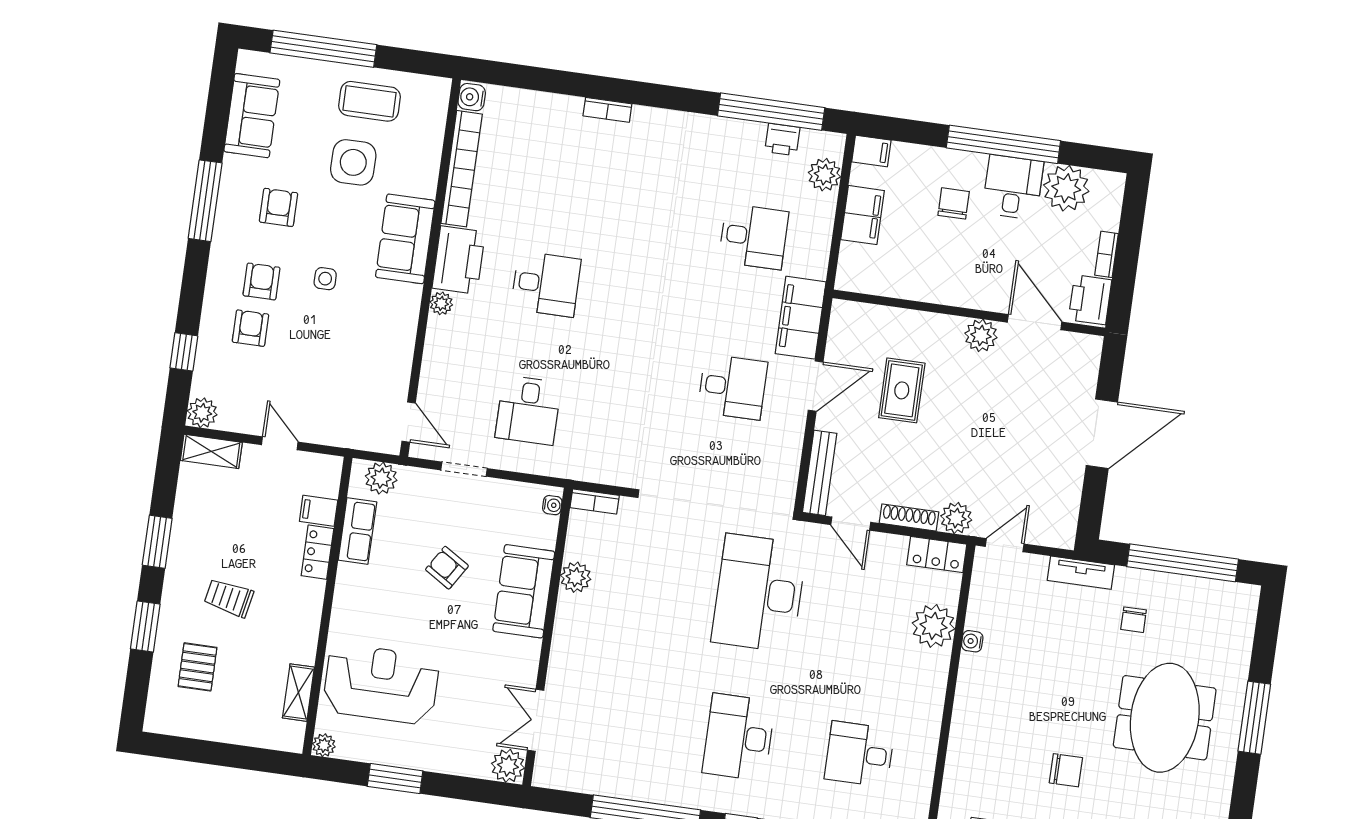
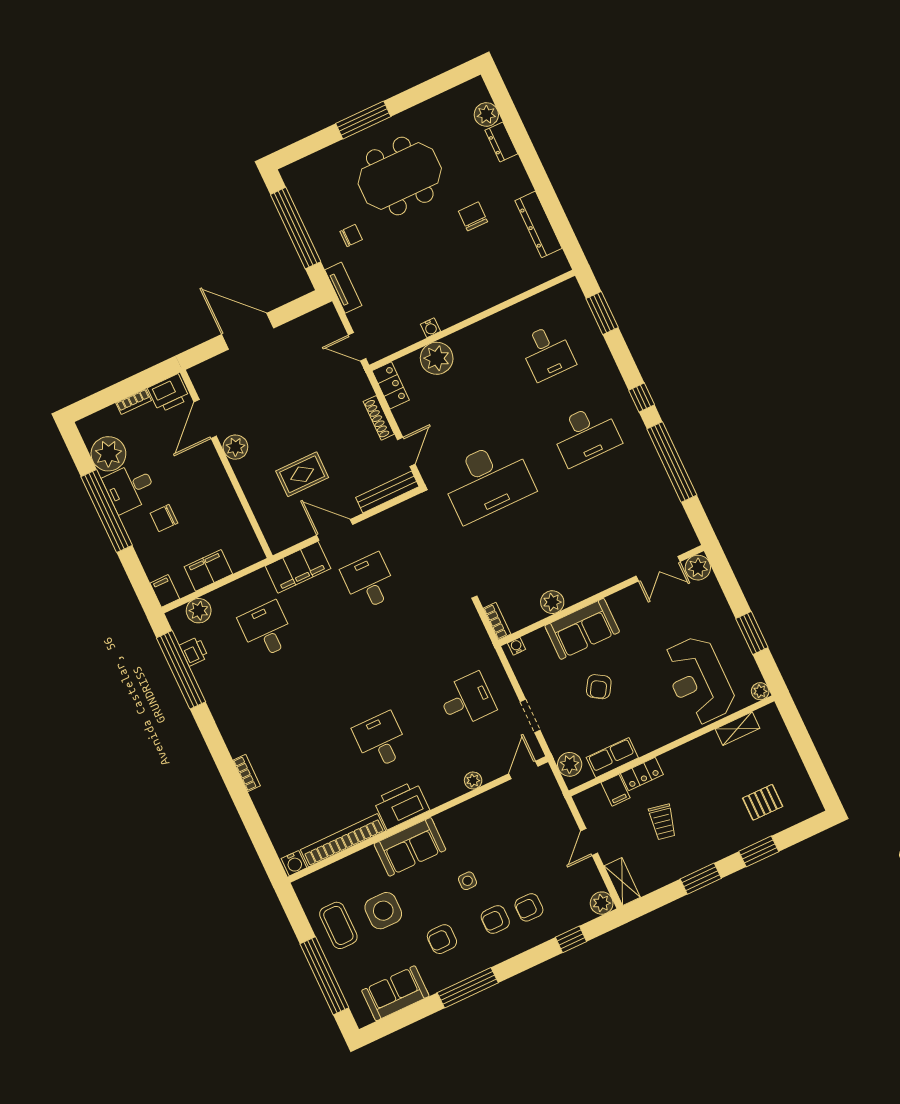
plant: (441, 303) -> (473, 781), moved
plant: (956, 518) -> (360, 388), removed
trolley: (229, 598) -> (663, 822), moved

